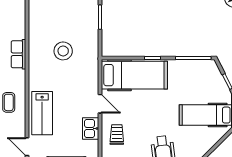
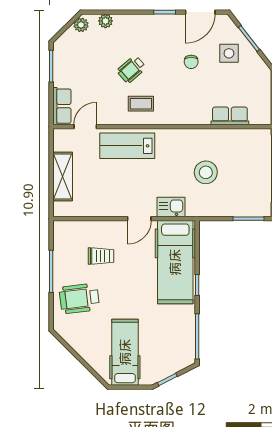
row of seats: (18, 54) -> (230, 116), moved
kitchen sink: (91, 128) -> (171, 207), moved
trolley: (117, 135) -> (101, 256), moved

